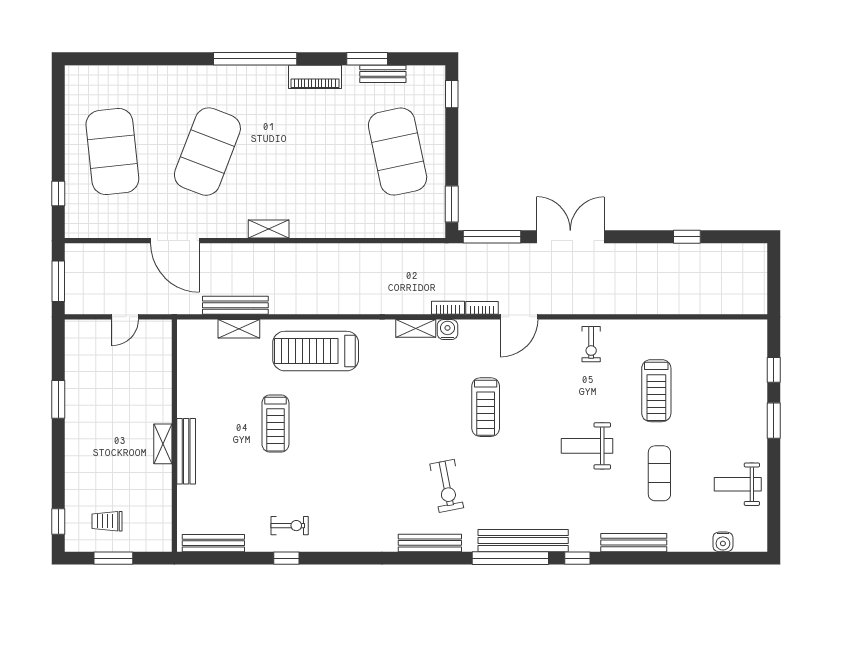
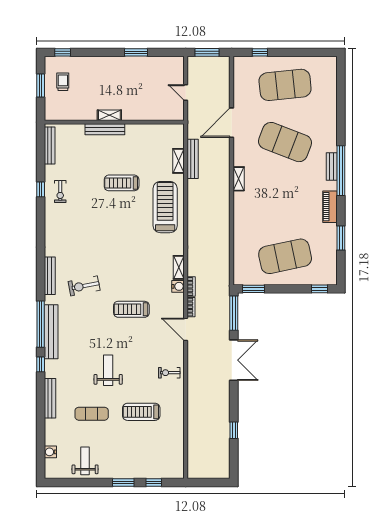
bench: (383, 74) -> (332, 167), moved

